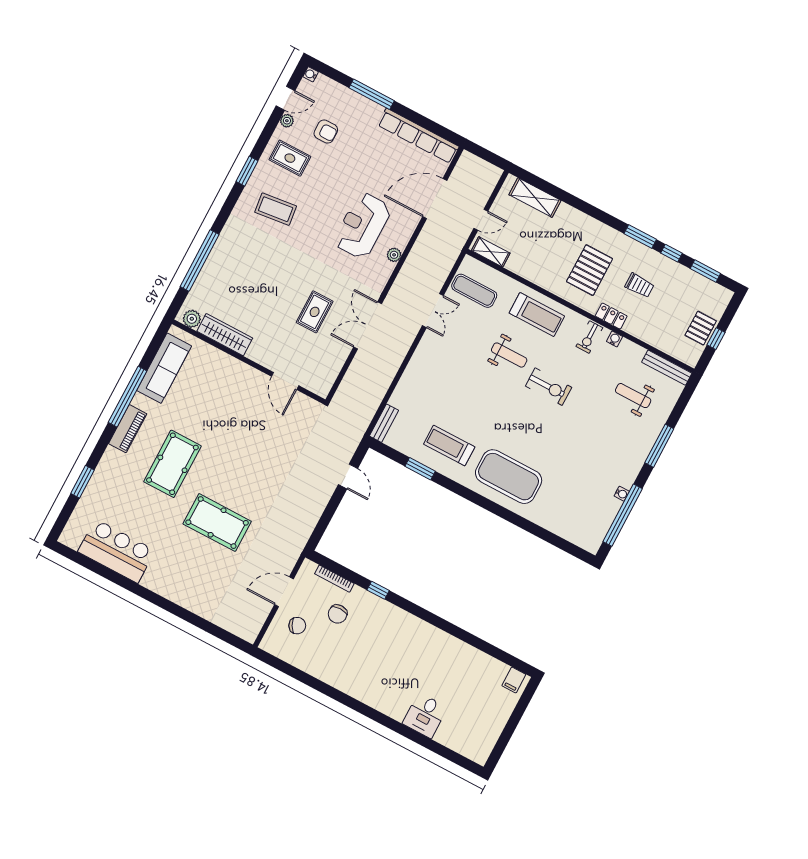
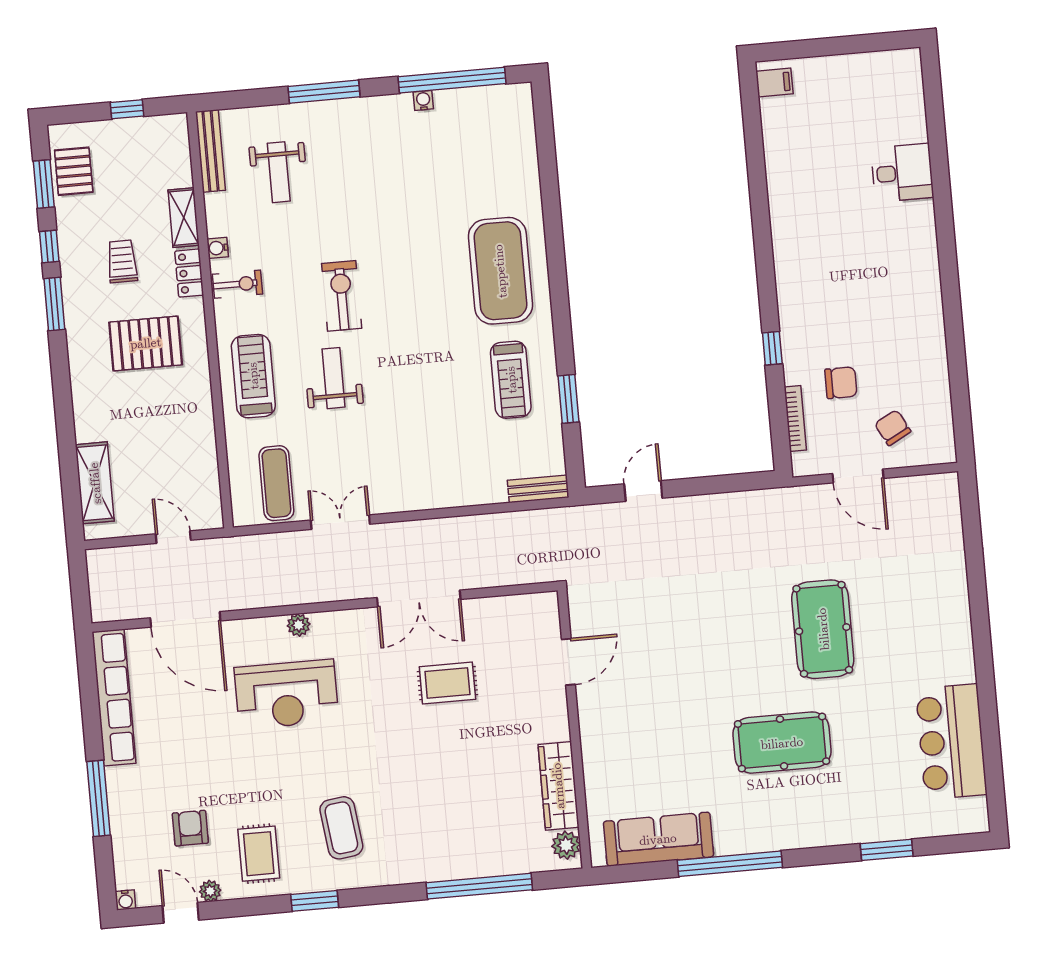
shelving: (491, 252) -> (184, 218), moved
pallet: (701, 328) -> (74, 171), moved, turned 90
piano: (128, 429) -> (774, 835), removed

